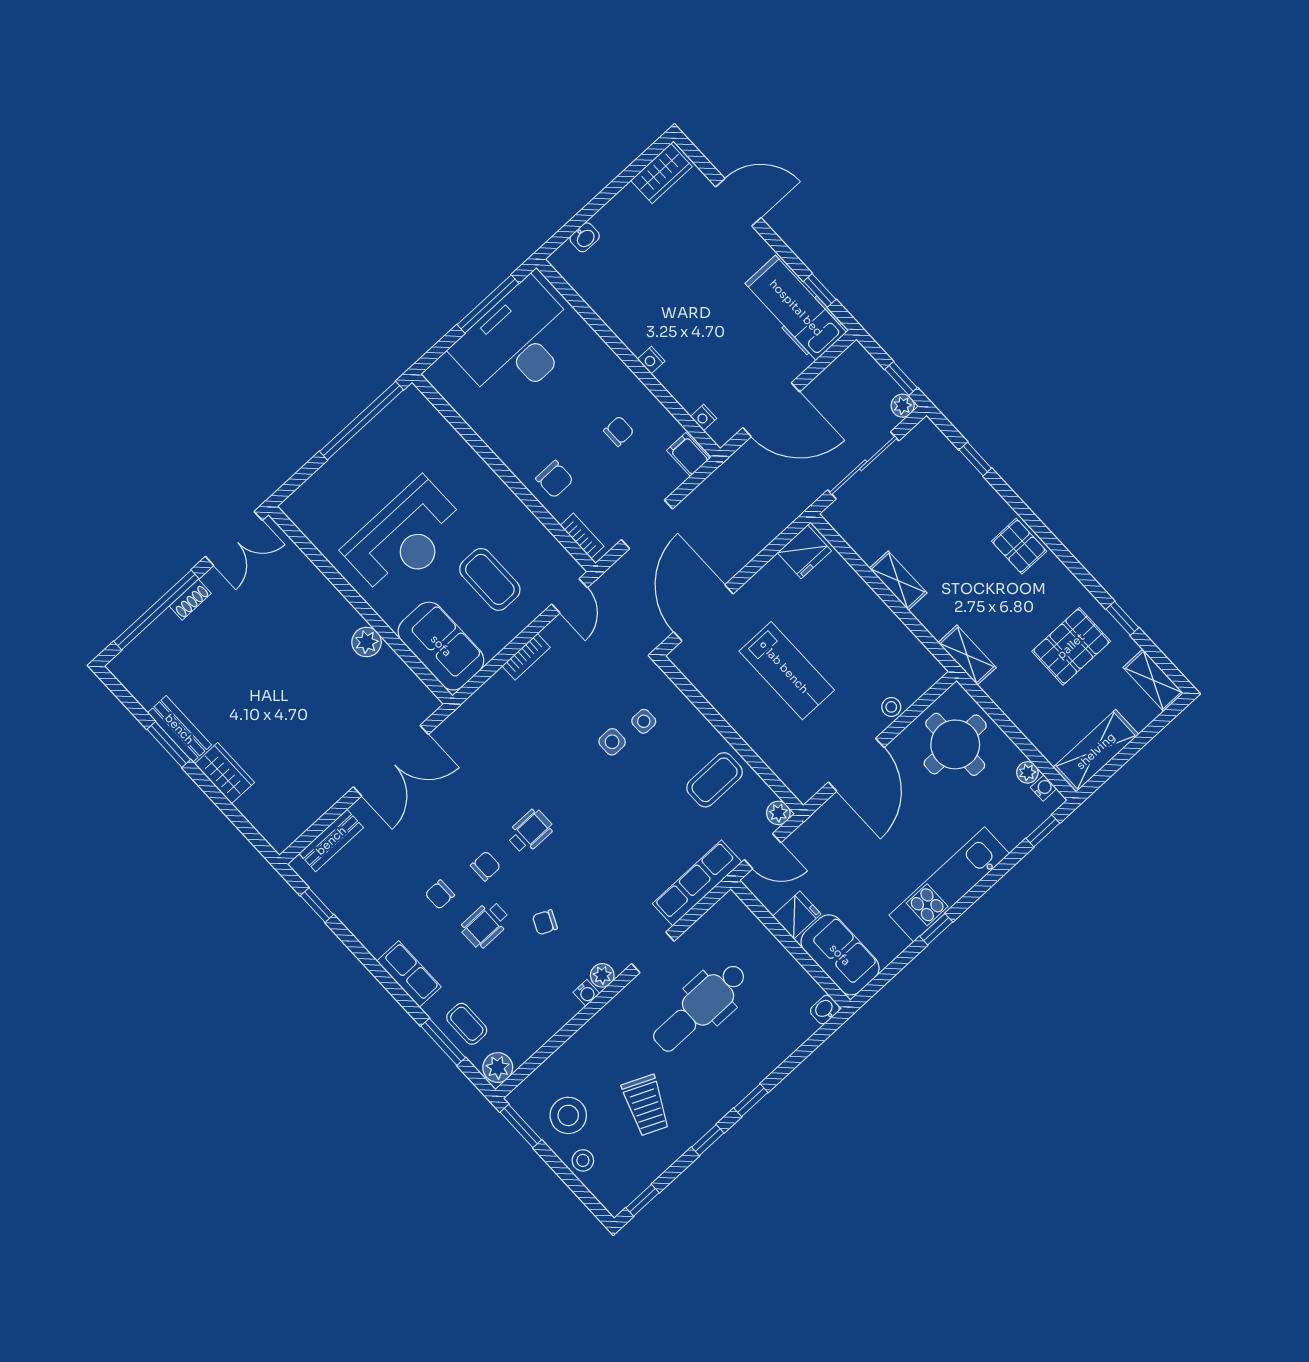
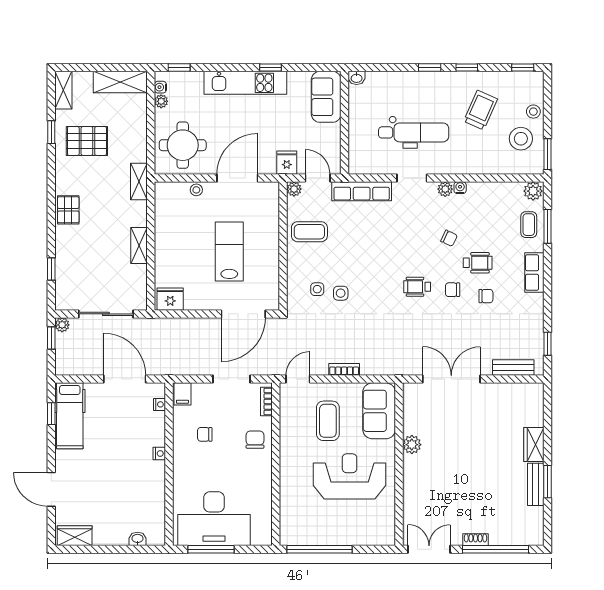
fridge: (797, 915) -> (287, 163), moved, turned 90

